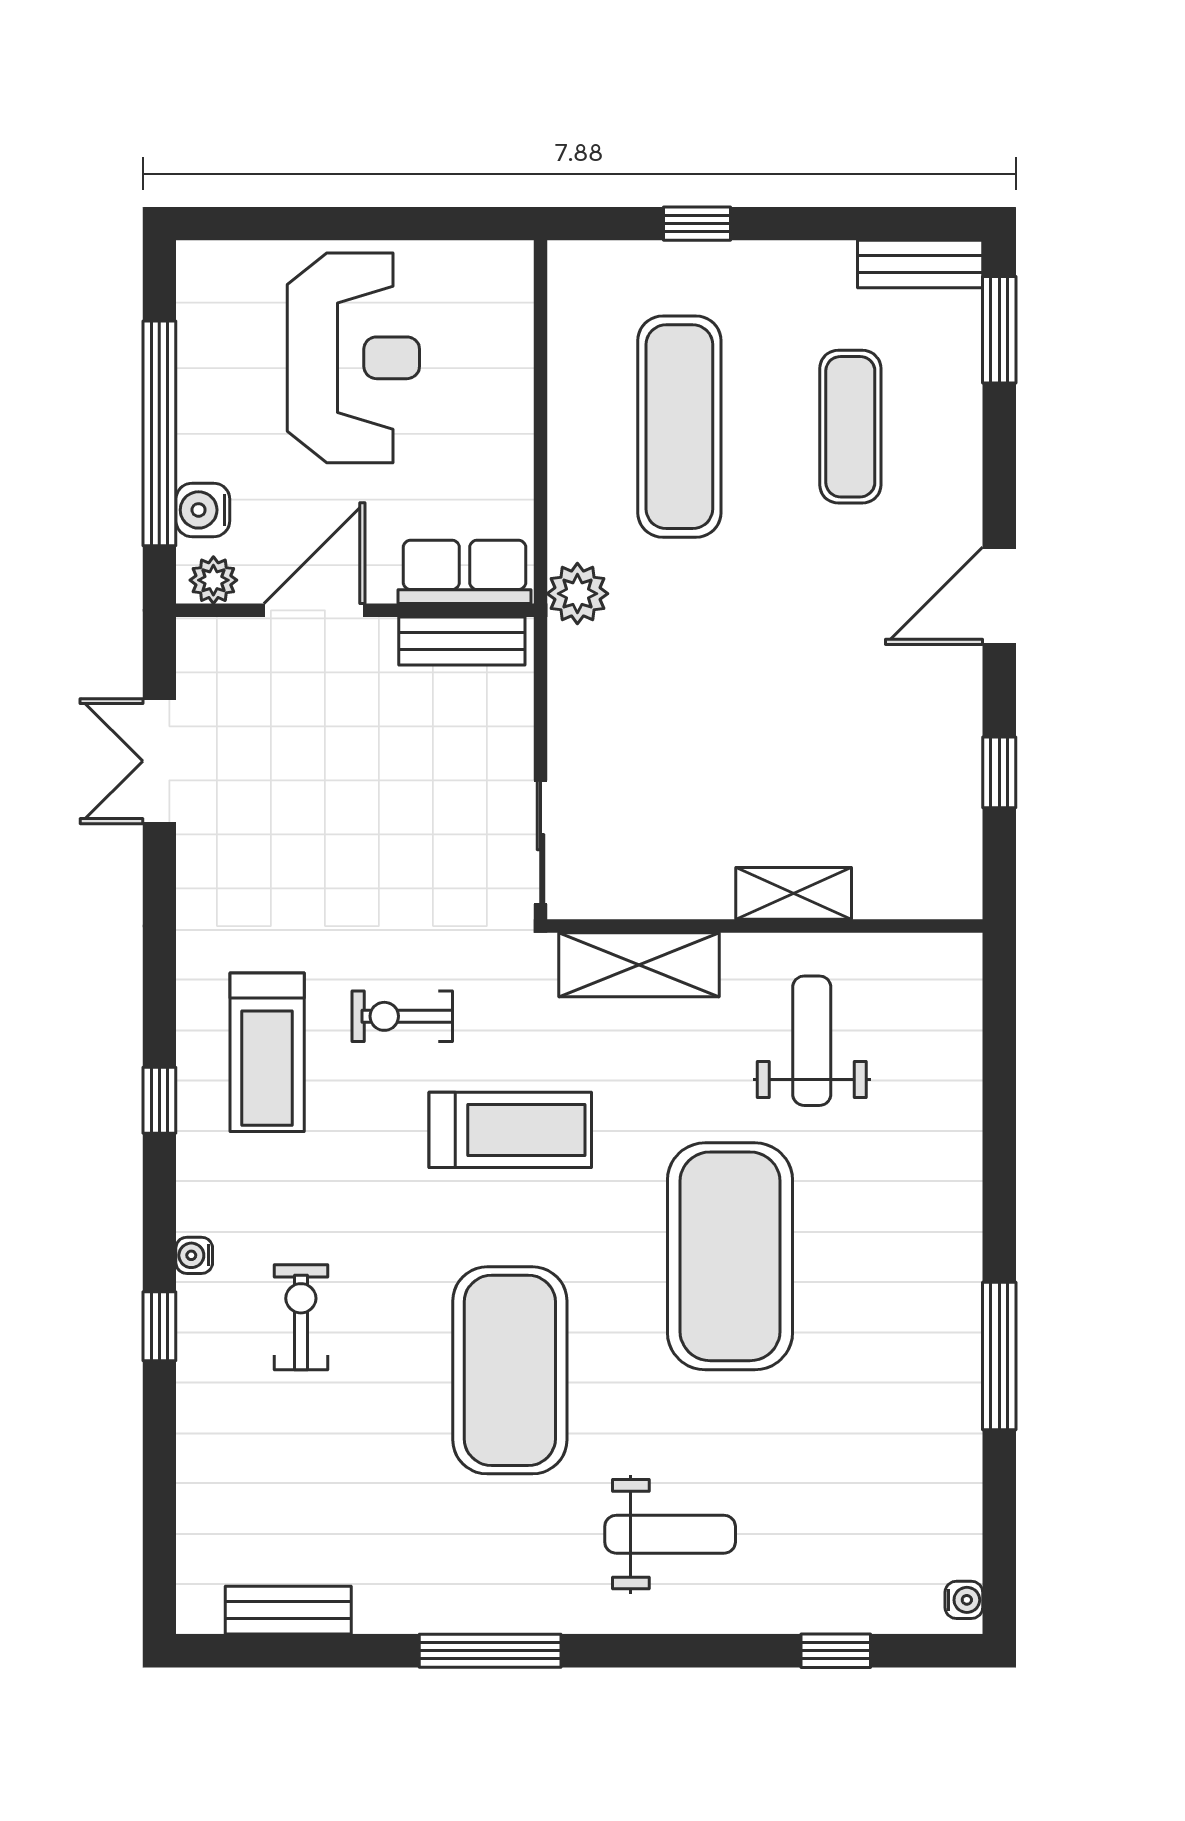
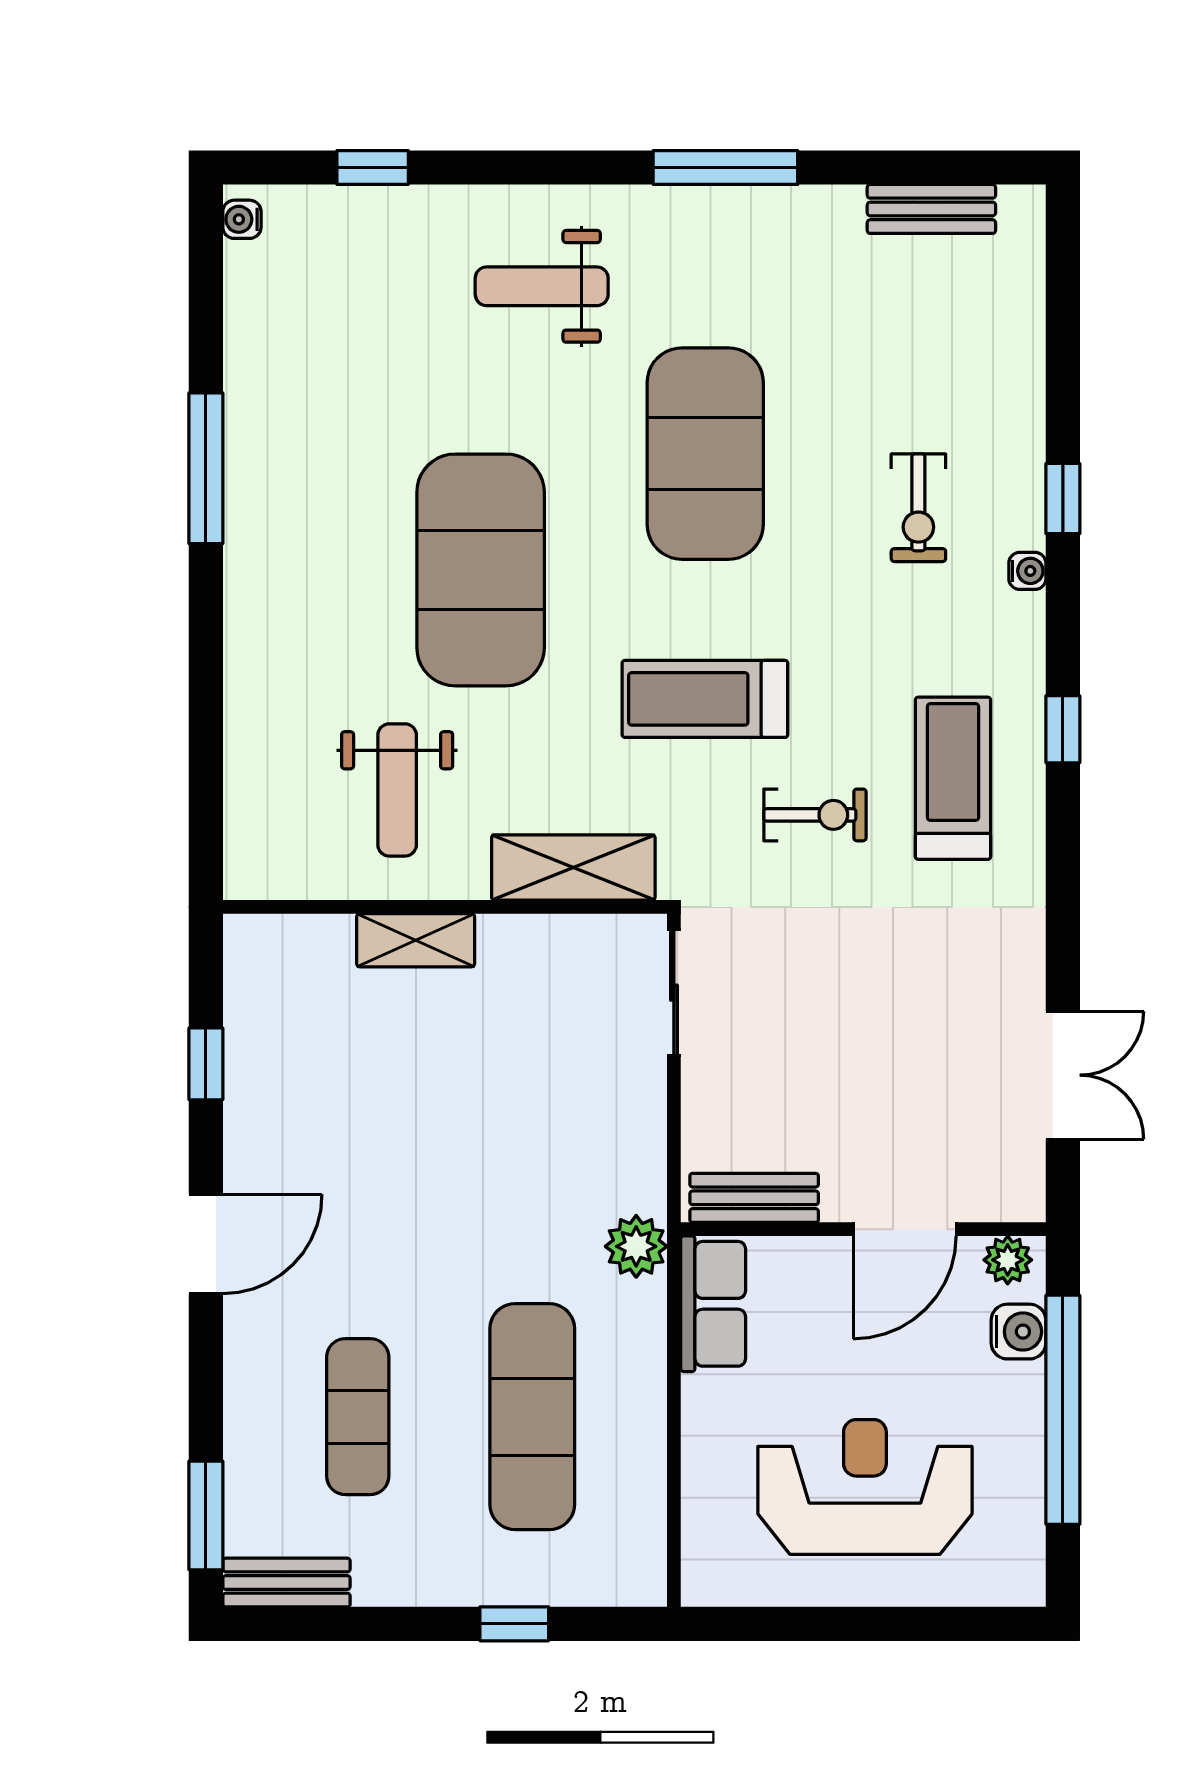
reception desk: (353, 358) -> (865, 1487), turned 90
row of seats: (465, 572) -> (713, 1304), moved, turned -90

